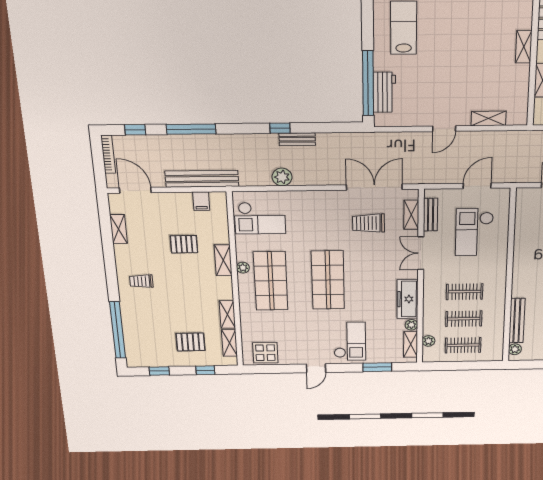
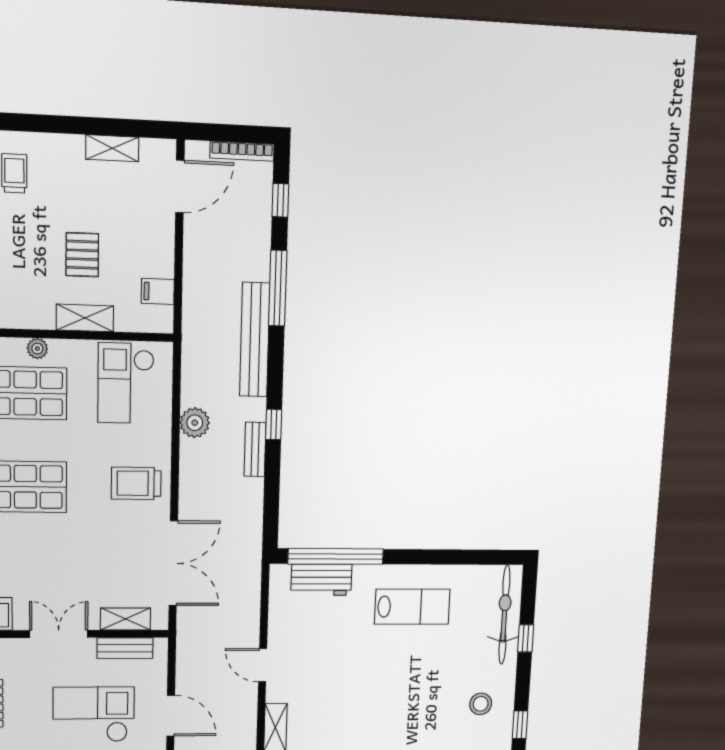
bench: (202, 179) -> (255, 340), moved
trolley: (368, 223) -> (136, 483), moved, turned -90
shelving: (223, 260) -> (85, 318), moved

